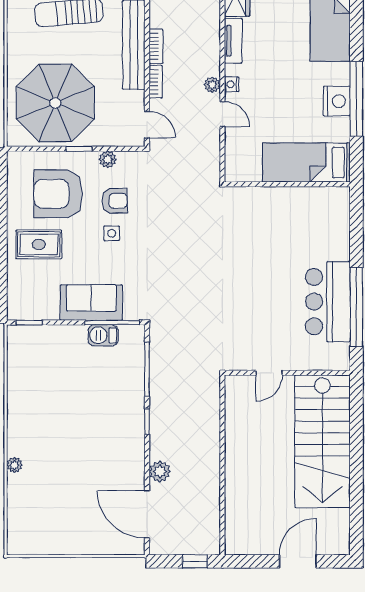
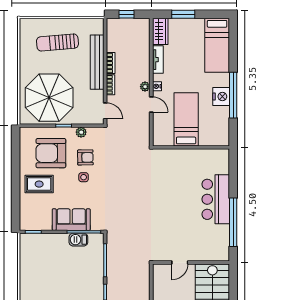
bed: (306, 163) -> (186, 119), moved, turned 90
bar counter: (328, 302) -> (216, 199), moved

